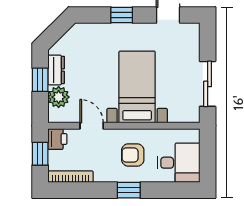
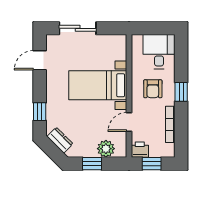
window: (122, 15) -> (40, 112), moved
dresser: (56, 70) -> (60, 140), moved, turned 45
sliding door: (208, 84) -> (78, 28), moved
bookcase: (70, 177) -> (170, 124), moved

